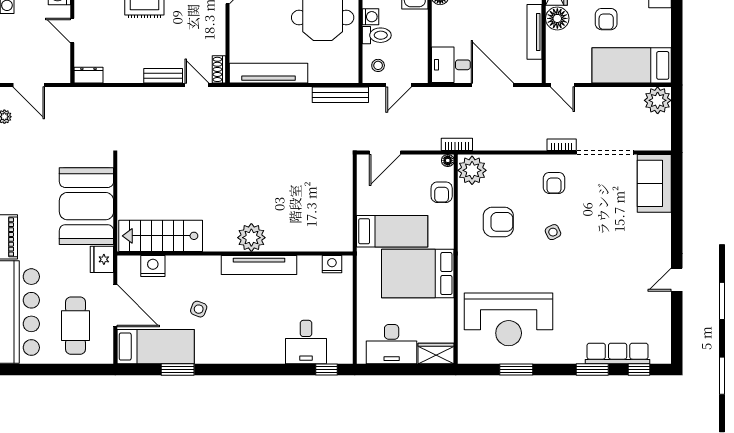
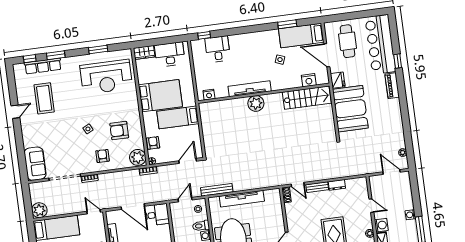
tv unit: (268, 73) -> (242, 199), moved
dresser: (88, 75) -> (337, 185), moved
armchair: (554, 183) -> (103, 156), moved
coffee table: (623, 296) -> (44, 98), added
reception desk: (509, 319) -> (106, 77), turned 180

